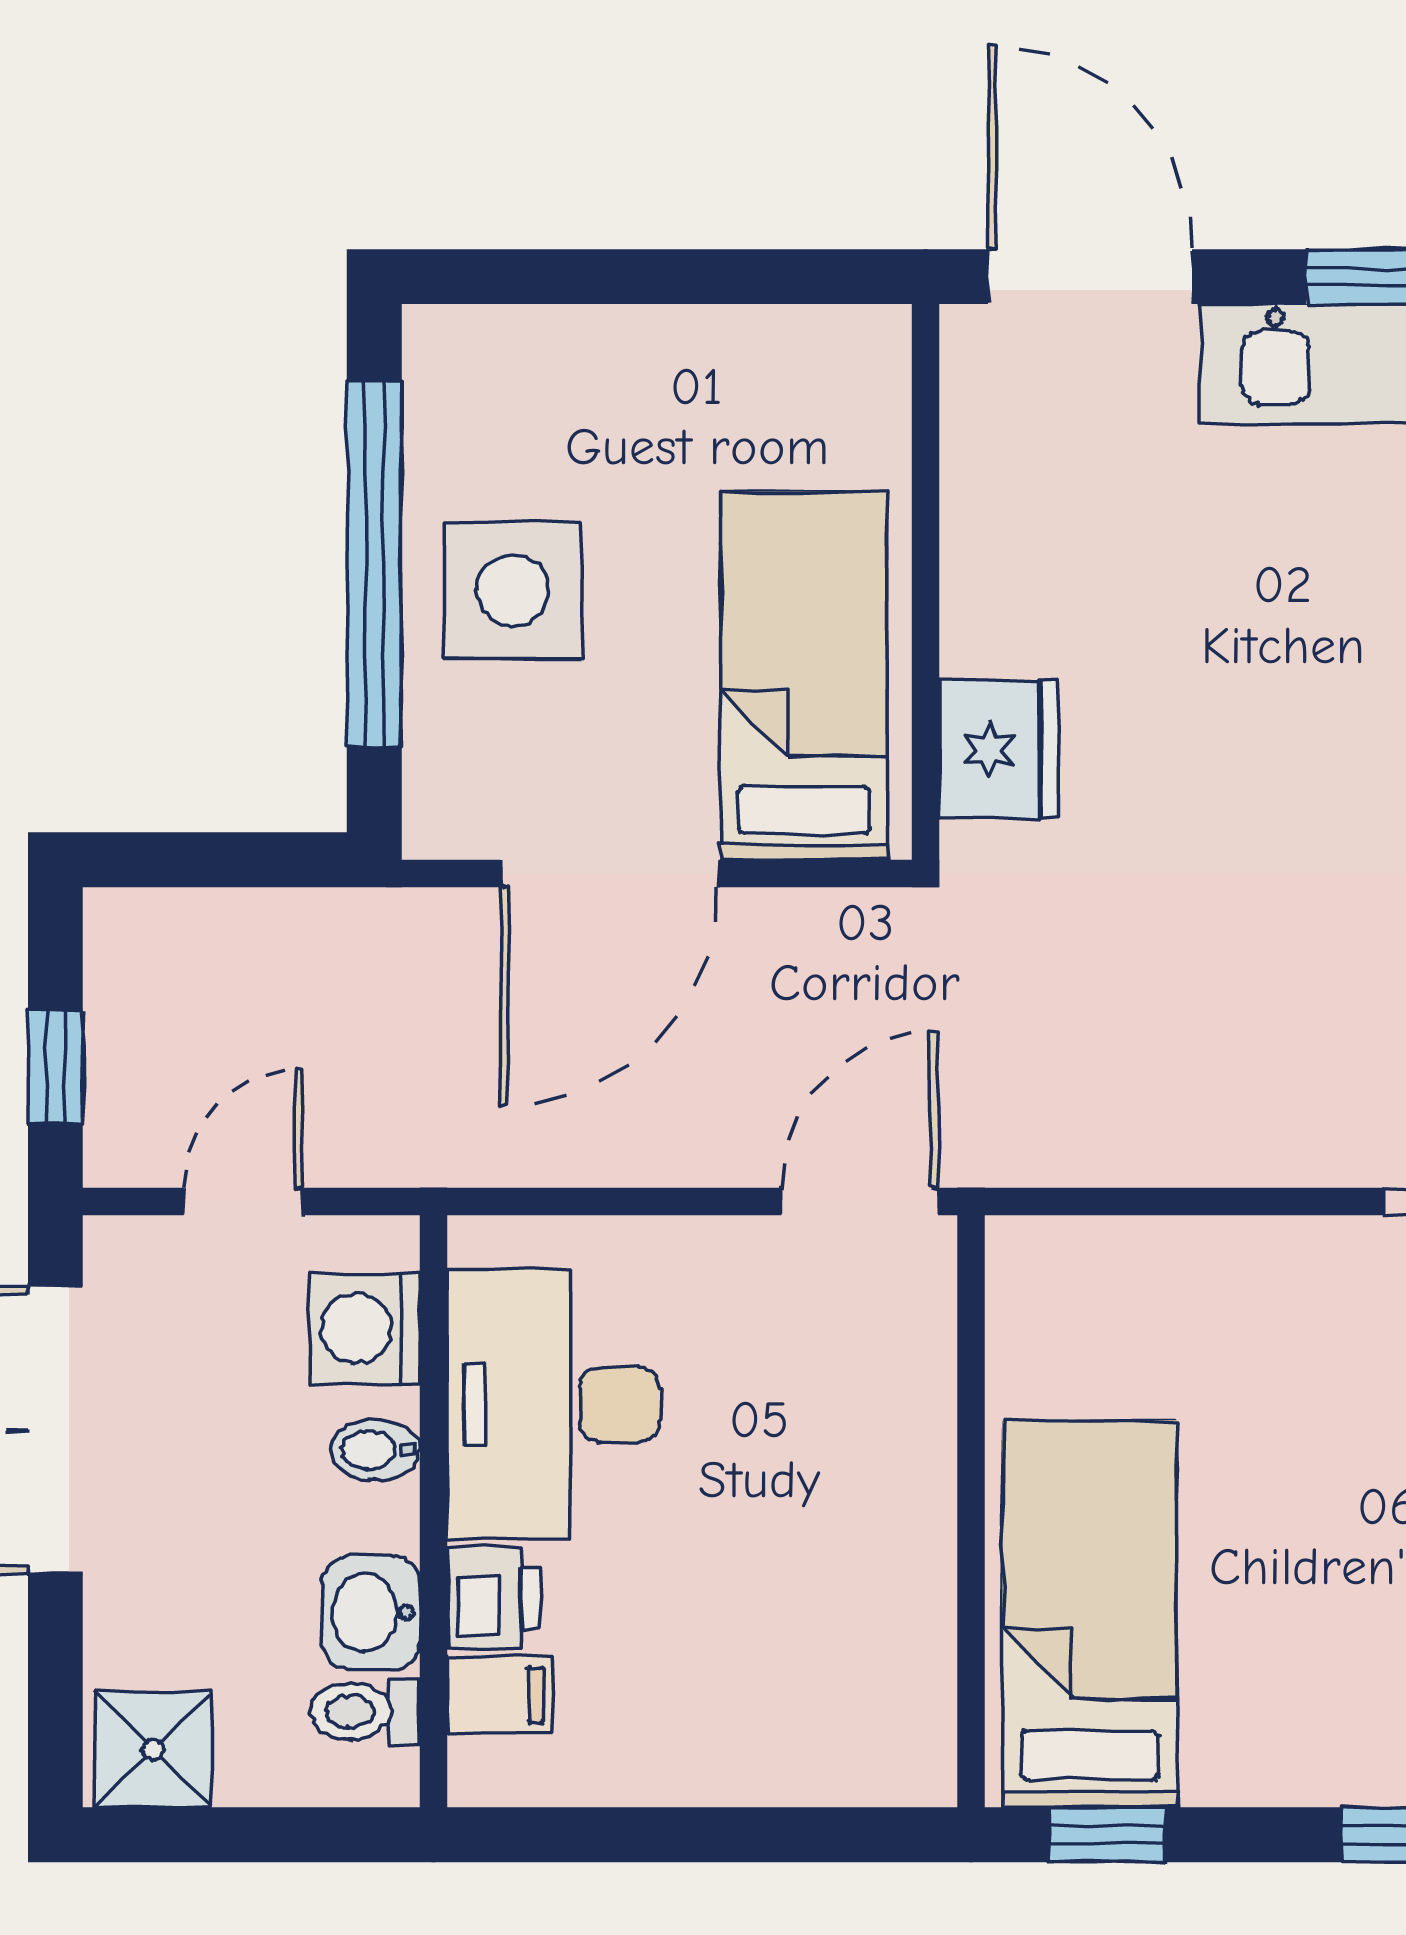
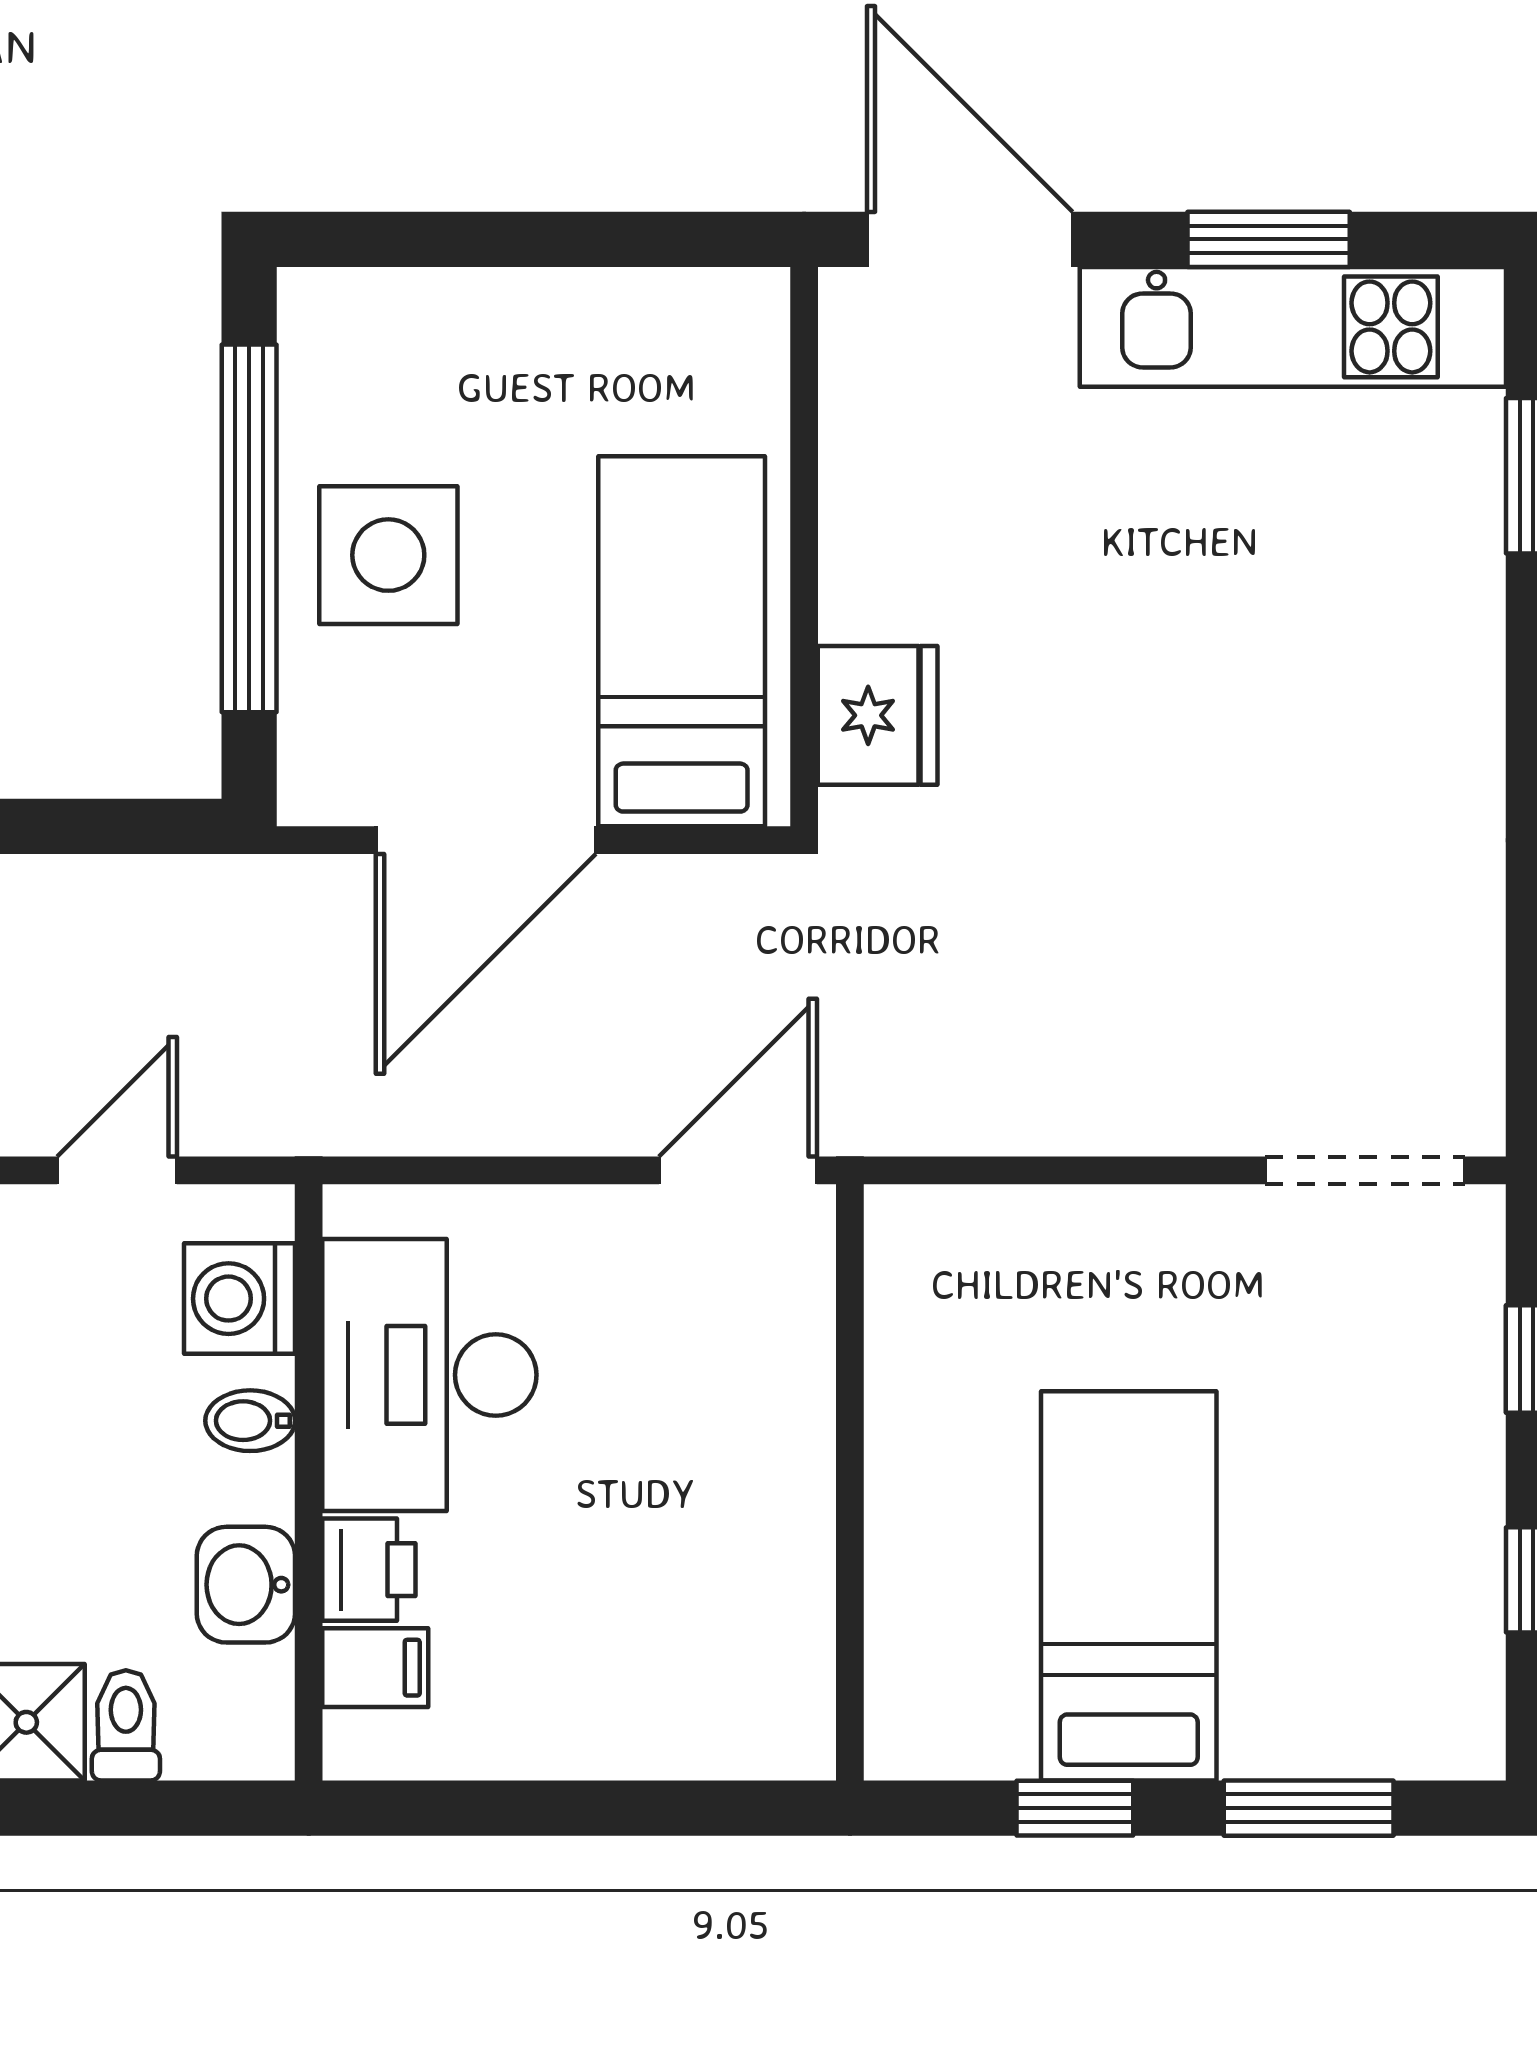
bed: (1090, 1614) -> (1129, 1586), moved
toilet: (365, 1711) -> (126, 1725), moved, turned 90
window: (1107, 1835) -> (1075, 1808), moved

